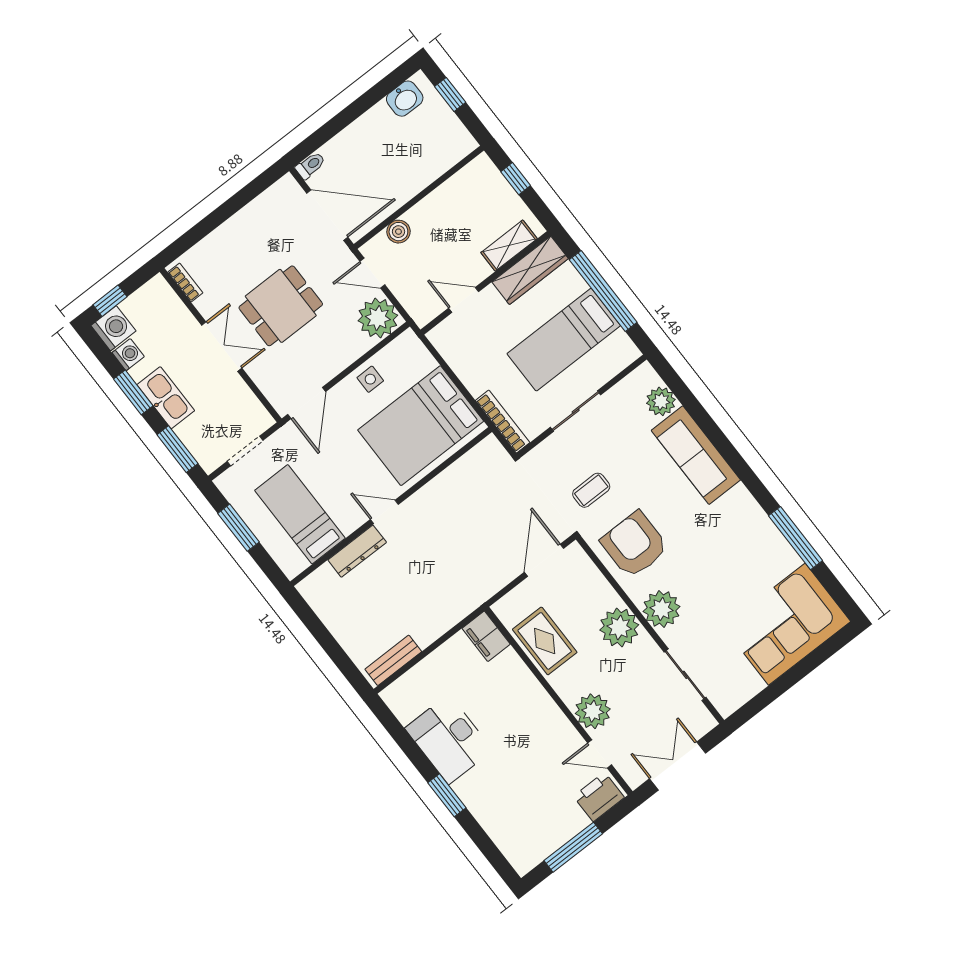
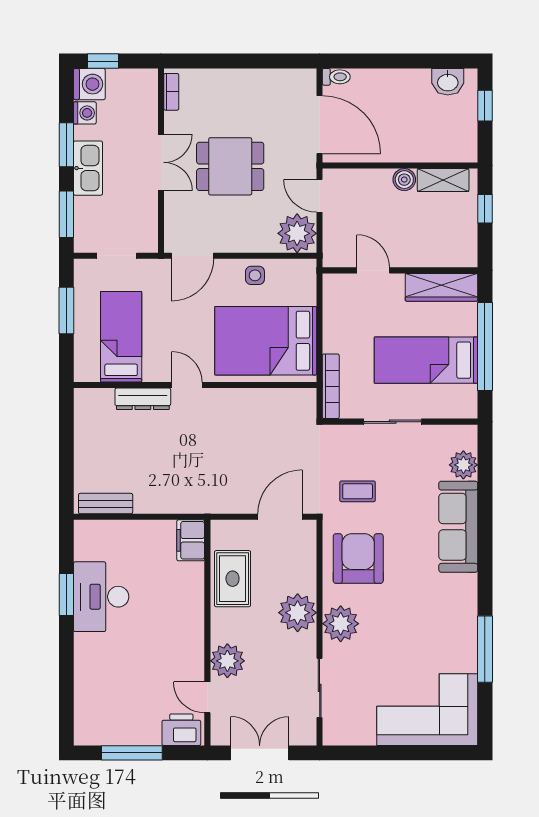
boiler: (398, 232) -> (404, 180), moved
shelving: (509, 246) -> (443, 180), moved
window: (447, 795) -> (66, 595), moved

